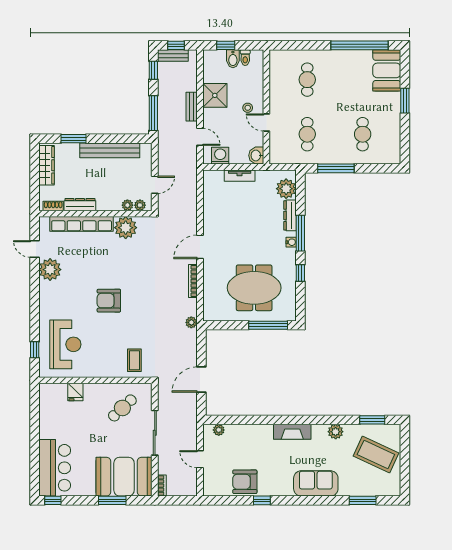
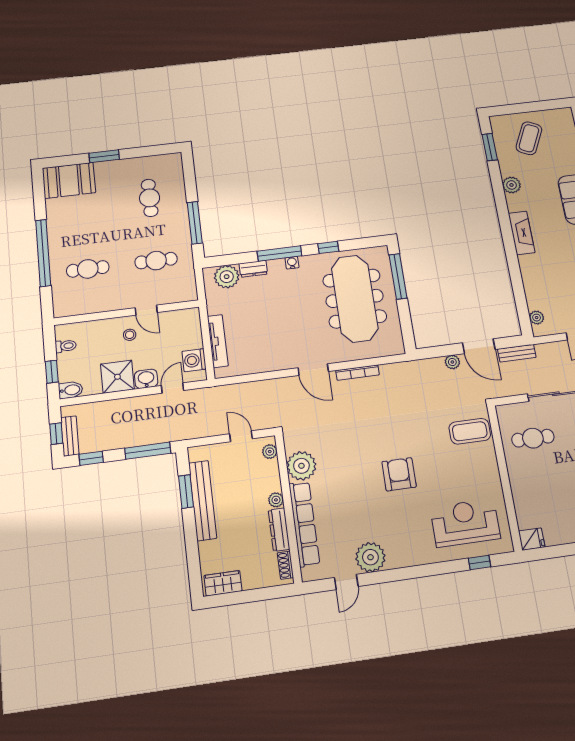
window: (360, 45) -> (43, 253), moved
bidet: (233, 59) -> (71, 390), moved
bench: (192, 107) -> (517, 353), moved
door: (266, 123) -> (146, 310), hinge flipped
cafe table: (363, 134) -> (150, 198), turned 90
window: (73, 139) -> (186, 492), moved
washbasin: (256, 155) -> (146, 379), moved, turned 180
wardrobe: (47, 165) -> (223, 583), width x0.67
tv unit: (240, 176) -> (218, 341), width x1.41
plant: (127, 205) -> (276, 500), moved
dresser: (290, 215) -> (253, 269), width x0.70
meeting table: (254, 288) -> (355, 298), width x1.36
armchair: (109, 301) -> (399, 474), turned 180
plant: (191, 322) -> (452, 362), moved
coffee table: (134, 360) -> (470, 431), width x1.36, depth x1.30
fridge: (75, 392) -> (532, 539), moved
cafe table: (122, 408) -> (533, 438), turned -47
coffee table: (376, 454) -> (529, 138), width x0.73, depth x0.76

